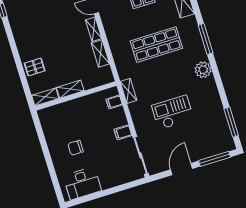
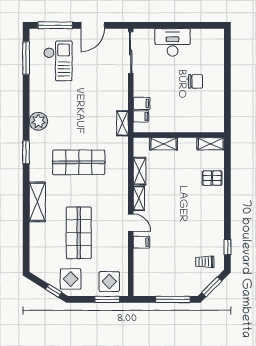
window: (205, 39) -> (26, 152), width x0.69
shelving: (70, 89) -> (164, 144), moved
checkout: (173, 112) -> (58, 61), moved, turned -90
filing cabinet: (123, 132) -> (142, 103), moved
desk: (82, 183) -> (172, 42), moved

